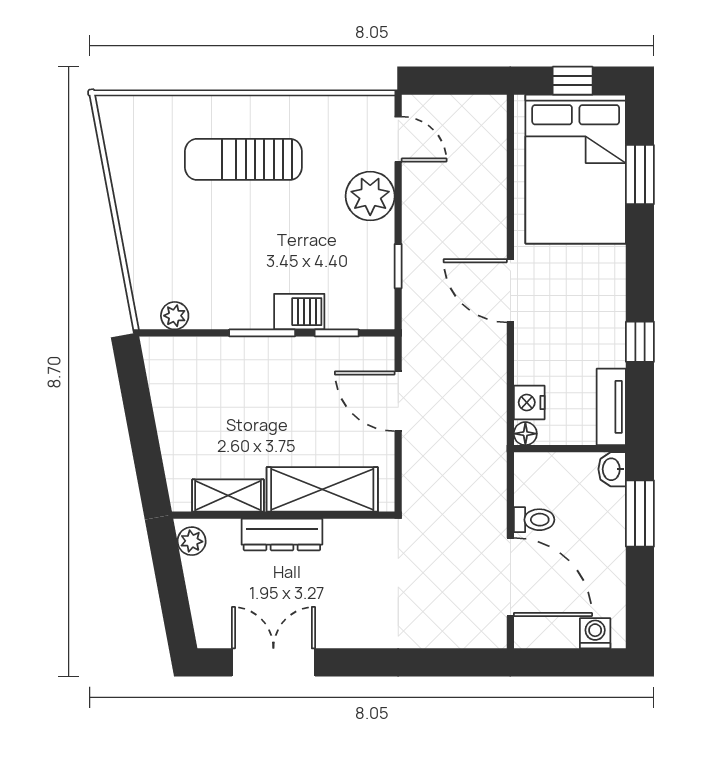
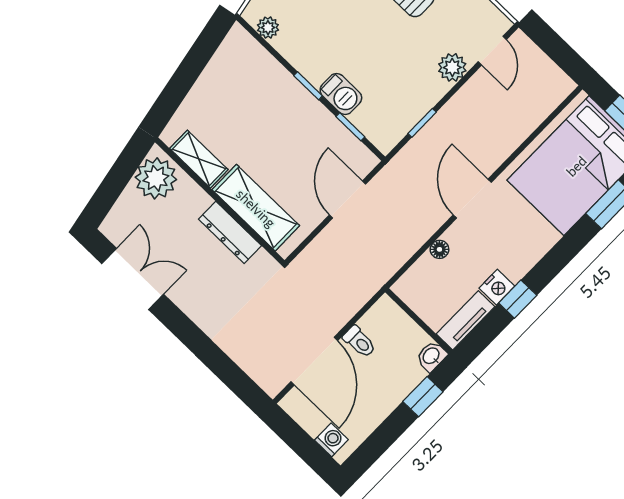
plant: (370, 196) -> (452, 67), width x0.73, depth x0.73
window: (262, 333) -> (308, 86), width x0.67
nightstand: (529, 402) -> (497, 287), moved, turned 180
floor lamp: (525, 434) -> (439, 249), moved
window: (640, 514) -> (423, 397), width x0.67
dresser: (282, 535) -> (230, 232), moved
plant: (192, 541) -> (156, 178), width x1.88, depth x1.88

